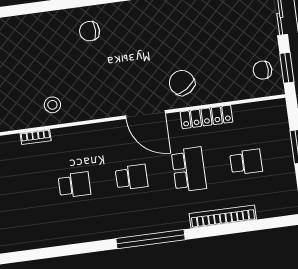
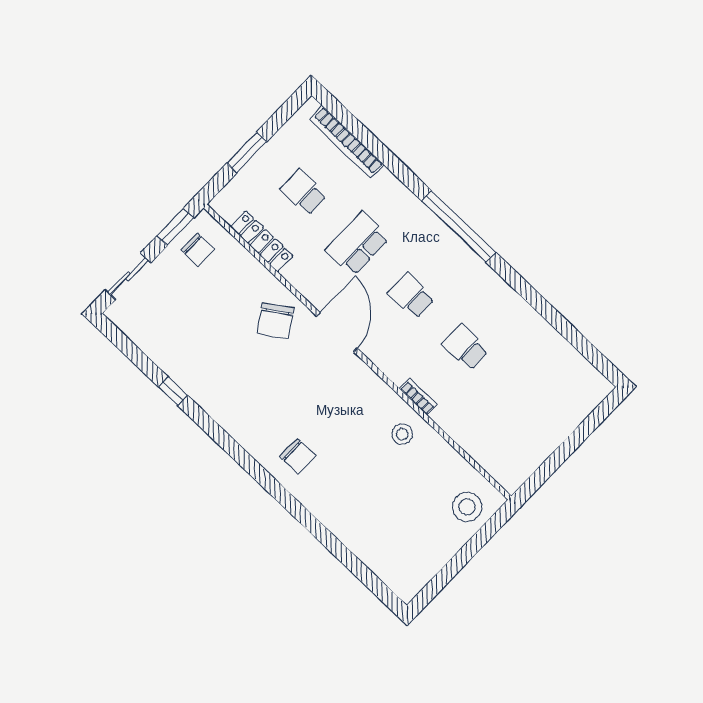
locker: (206, 117) -> (262, 241), moved
bookcase: (36, 137) -> (418, 397), moved
bookcase: (223, 217) -> (347, 142), moved

